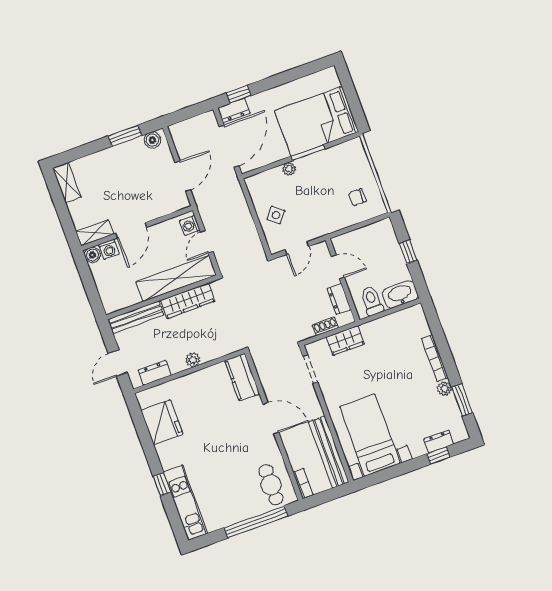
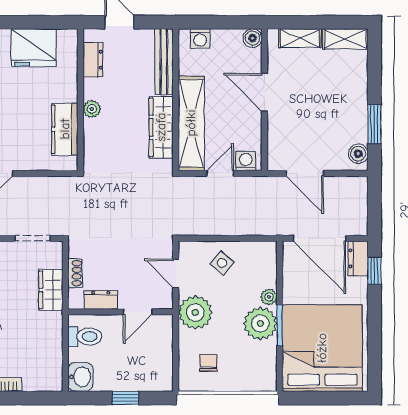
bed: (317, 121) -> (322, 348), width x1.36
plant: (312, 168) -> (260, 323), added
plant: (322, 222) -> (195, 312), added
shelving: (95, 233) -> (300, 38), moved, turned 90
door: (207, 242) -> (220, 173), hinge flipped
washing machine: (109, 249) -> (200, 39), moved, turned -90
washbasin: (400, 294) -> (80, 377), width x0.72
kitchen counter: (242, 377) -> (65, 129), moved, turned -90

